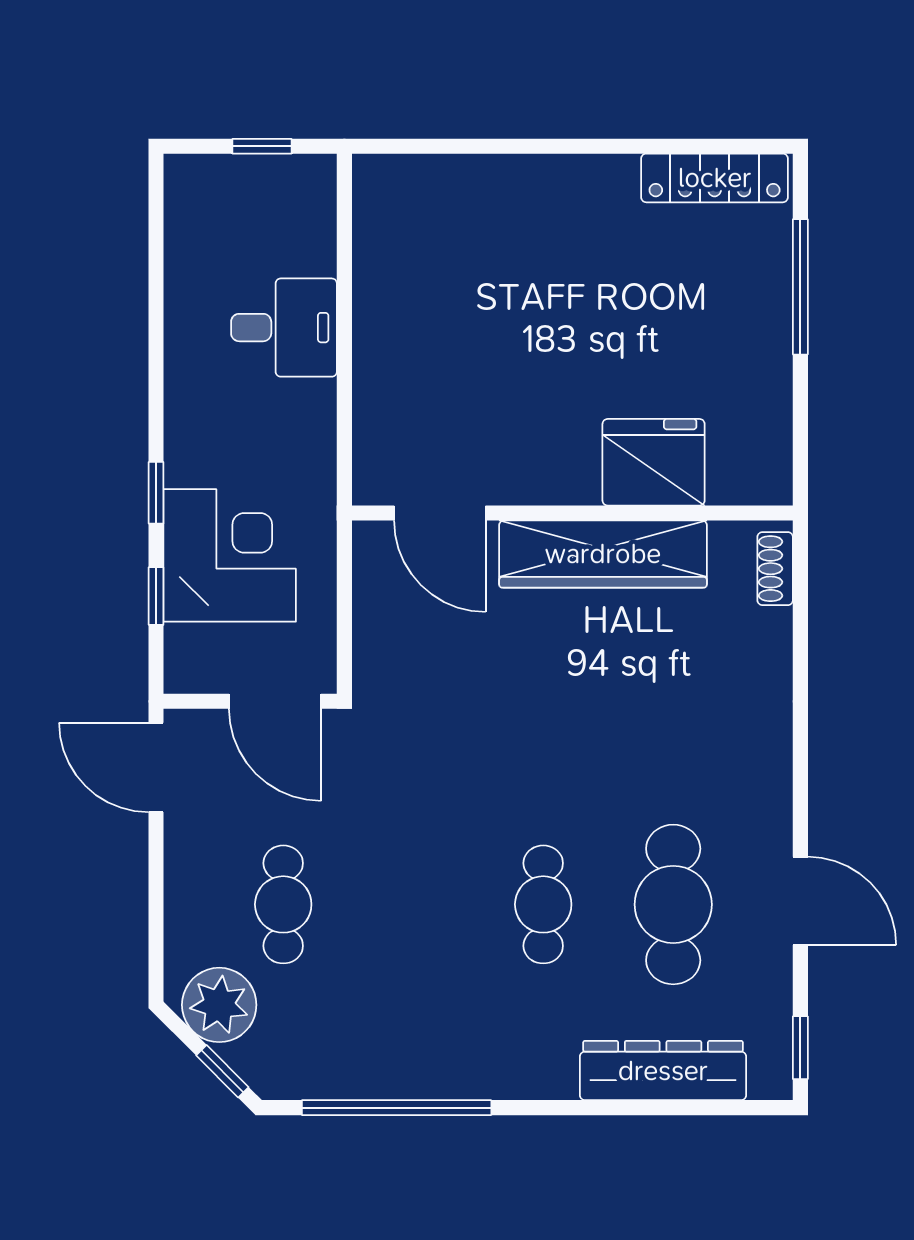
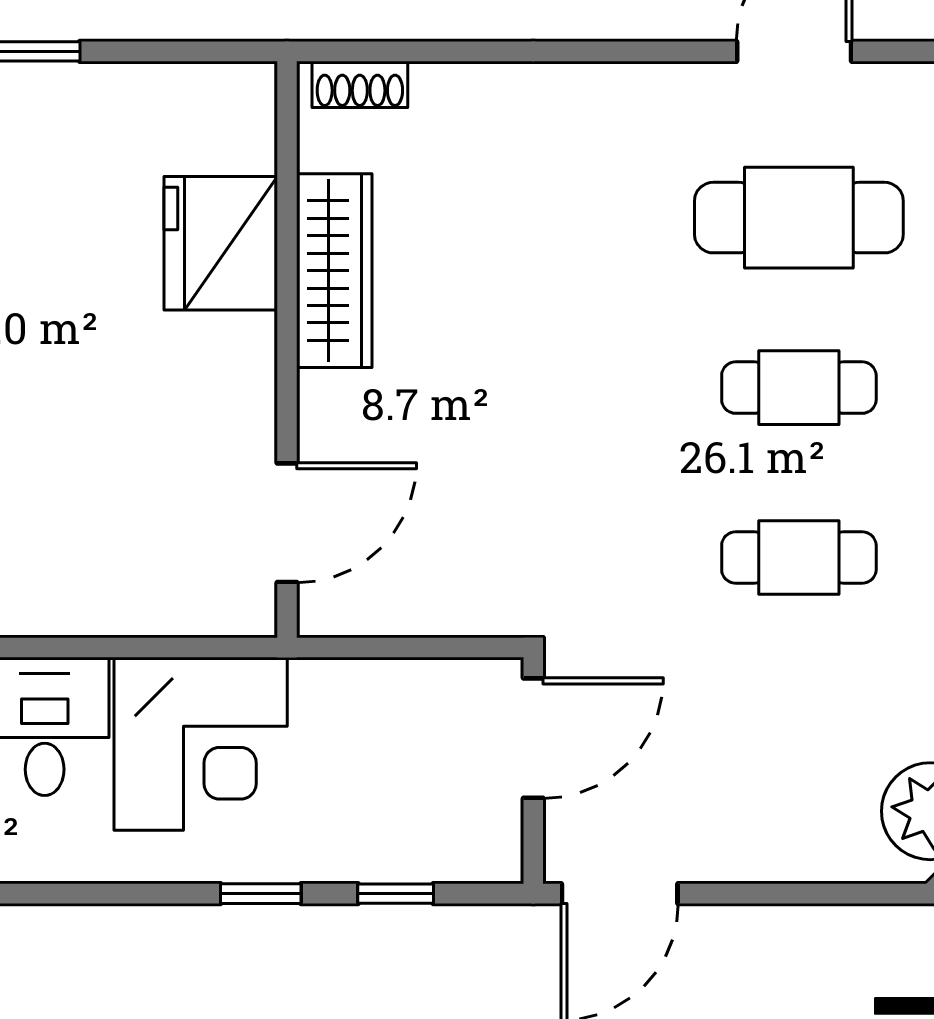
wardrobe: (603, 554) -> (334, 271), width x0.71, depth x0.85
corner desk: (230, 555) -> (201, 744), moved, turned 180
cafe table: (283, 904) -> (799, 558), moved

